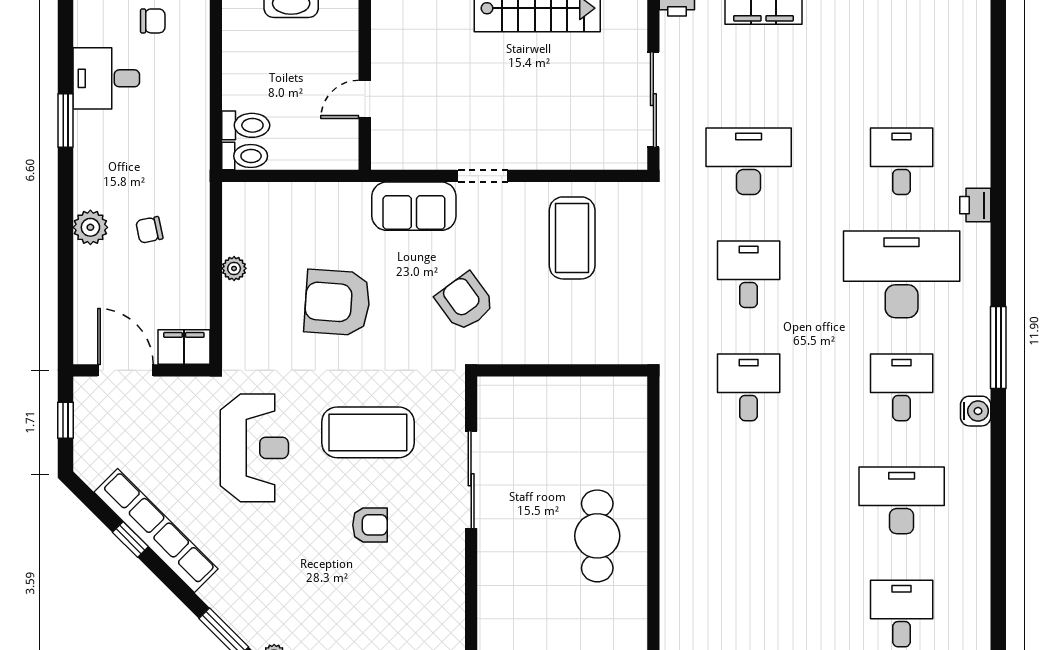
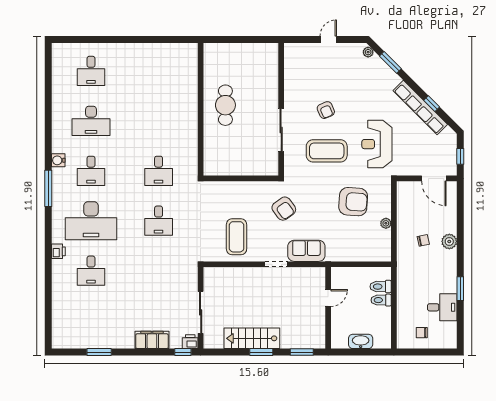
sliding door: (653, 100) -> (201, 312), moved
toilet: (245, 156) -> (381, 300), moved
desk: (749, 161) -> (159, 271), removed
armchair: (337, 302) -> (353, 202), moved
filing cabinet: (184, 347) -> (408, 189), removed
armchair: (370, 525) -> (326, 110), turned -113

